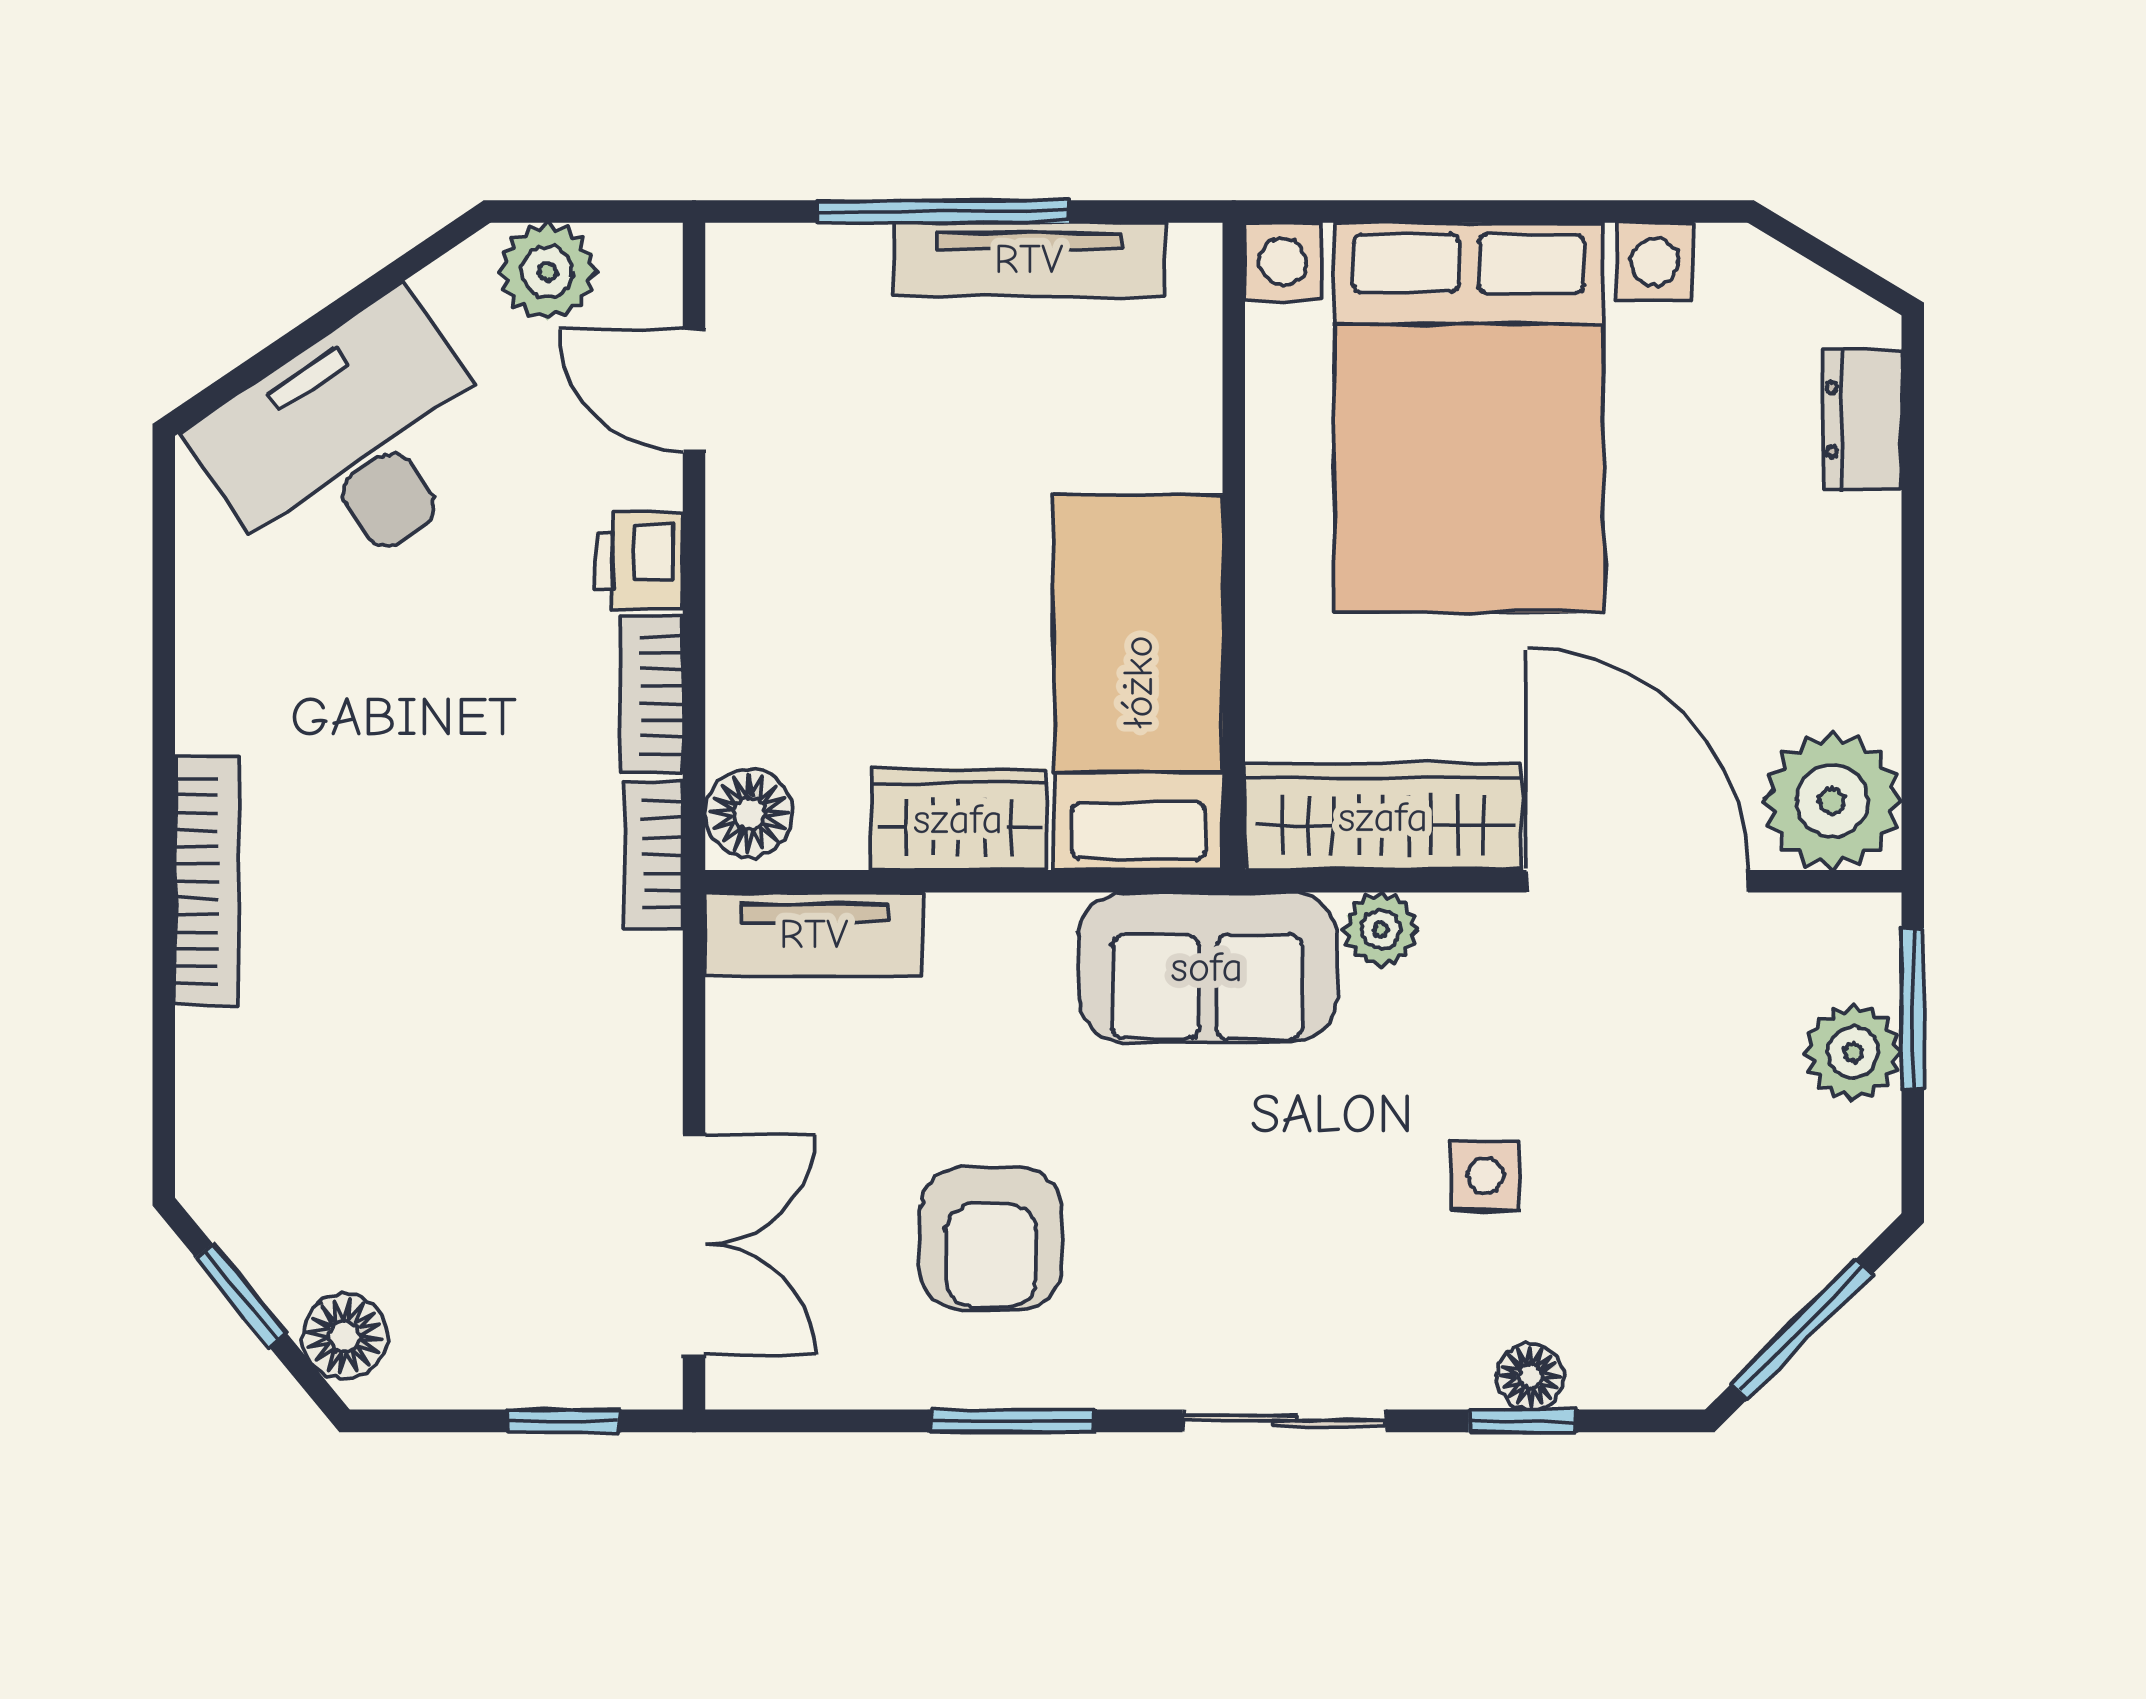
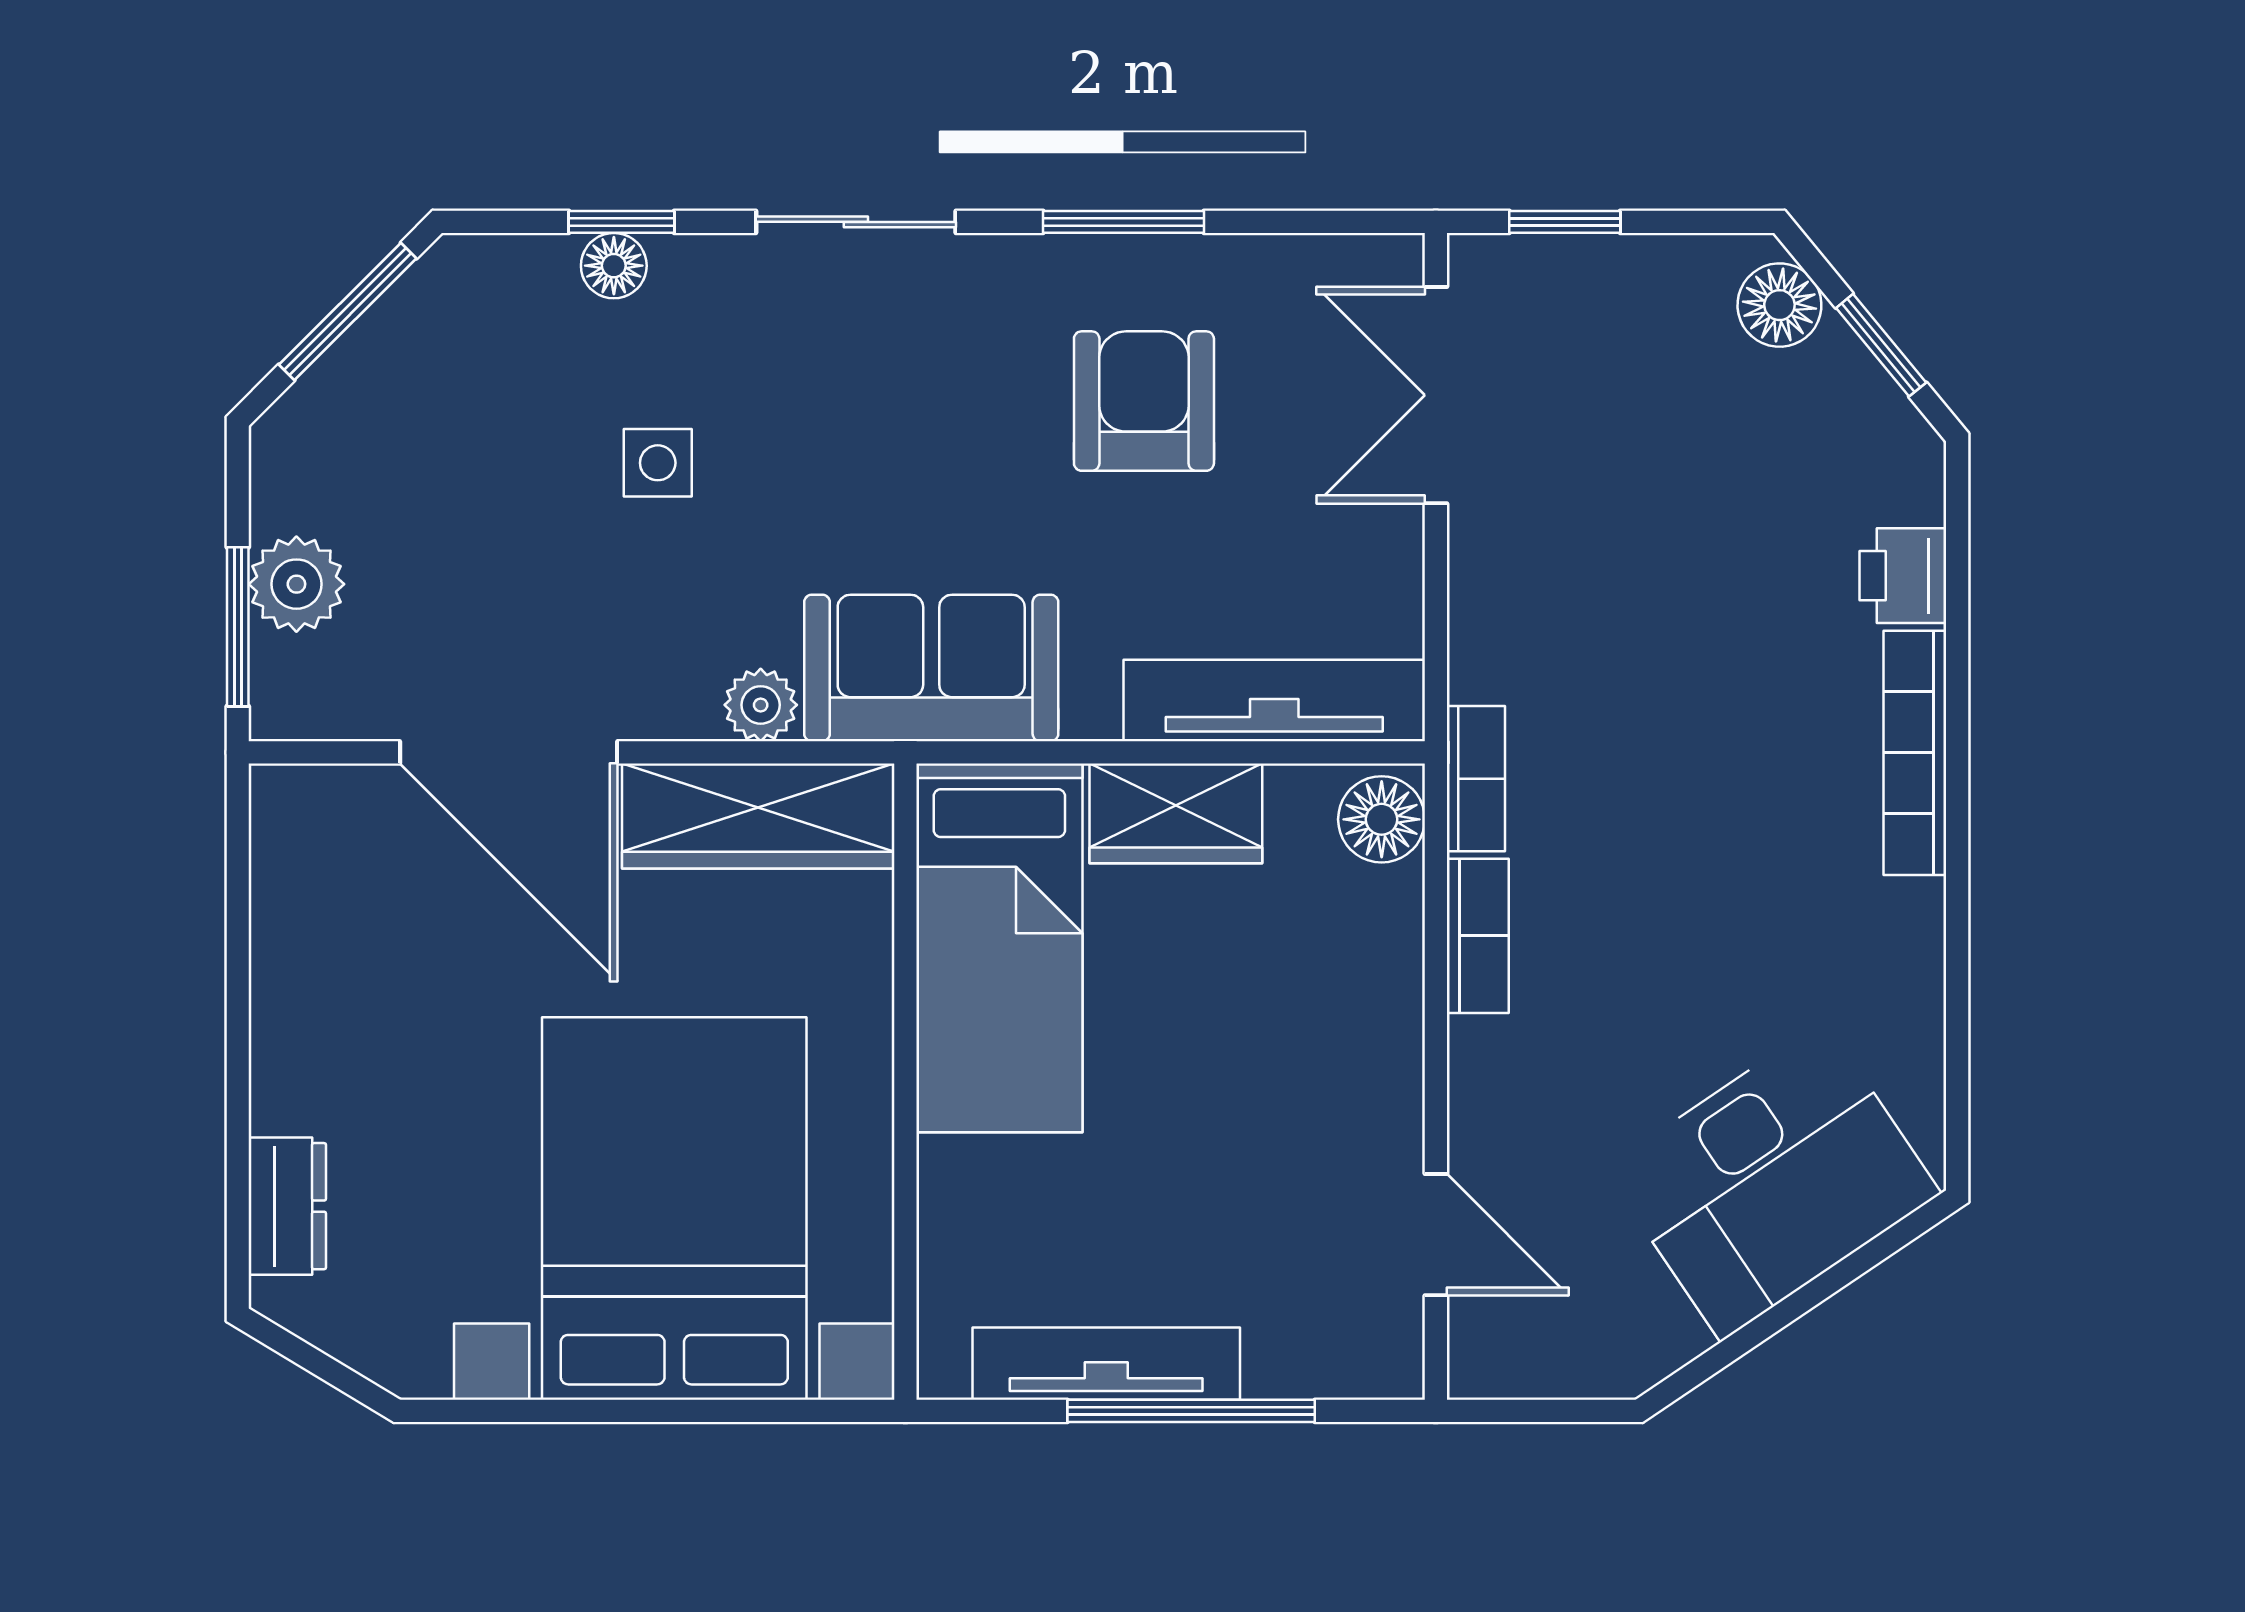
plant: (547, 272) -> (1580, 1352), removed
printer: (639, 560) -> (1903, 576), moved, turned 180
plant: (1832, 801) -> (317, 831), removed
tv unit: (814, 934) -> (1274, 701), width x1.41

